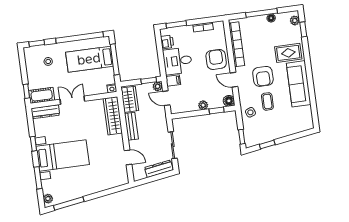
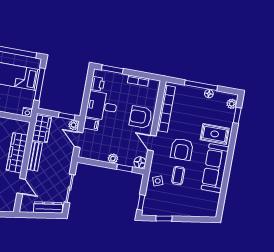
armchair: (216, 59) -> (141, 117), turned -90
wardrobe: (113, 116) -> (17, 153), moved

